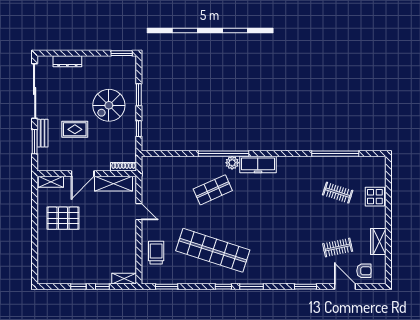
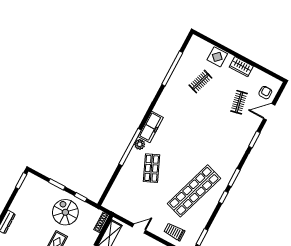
spiral stairs: (109, 105) -> (65, 212), moved, turned 180
wardrobe: (378, 242) -> (241, 67), moved

